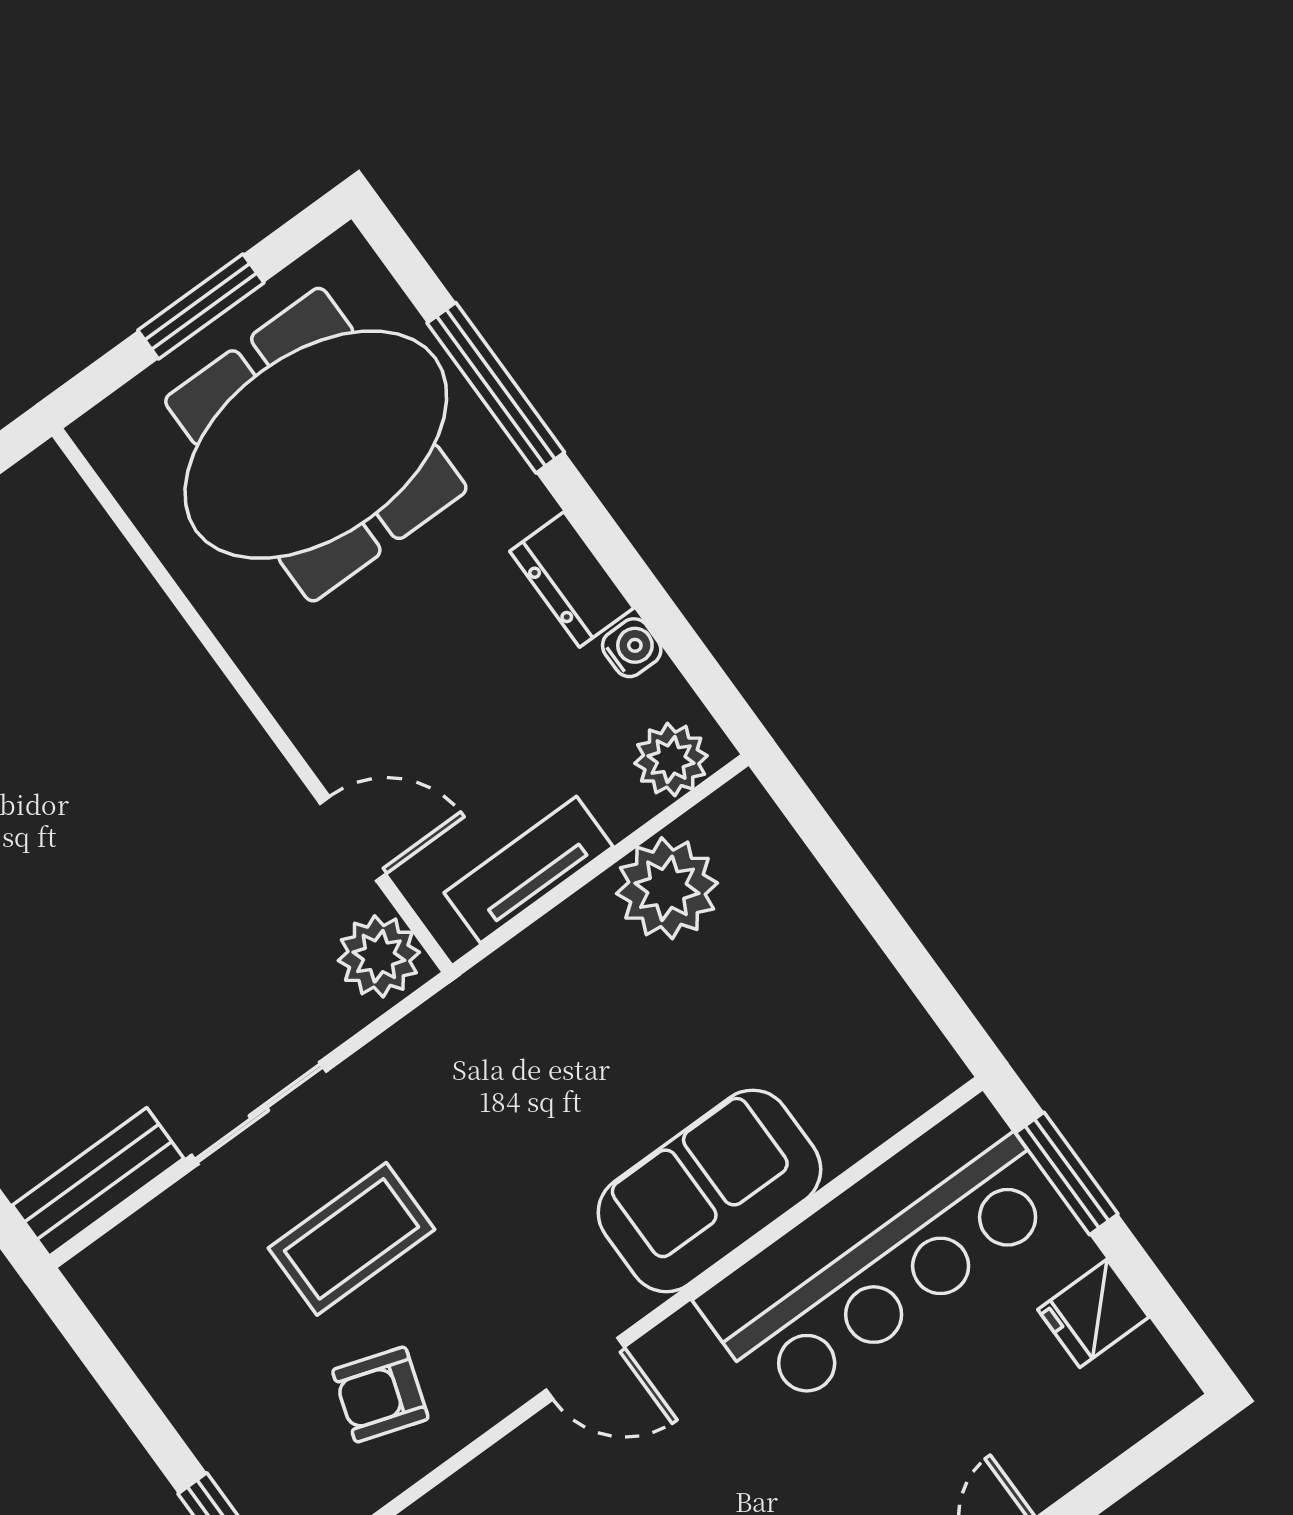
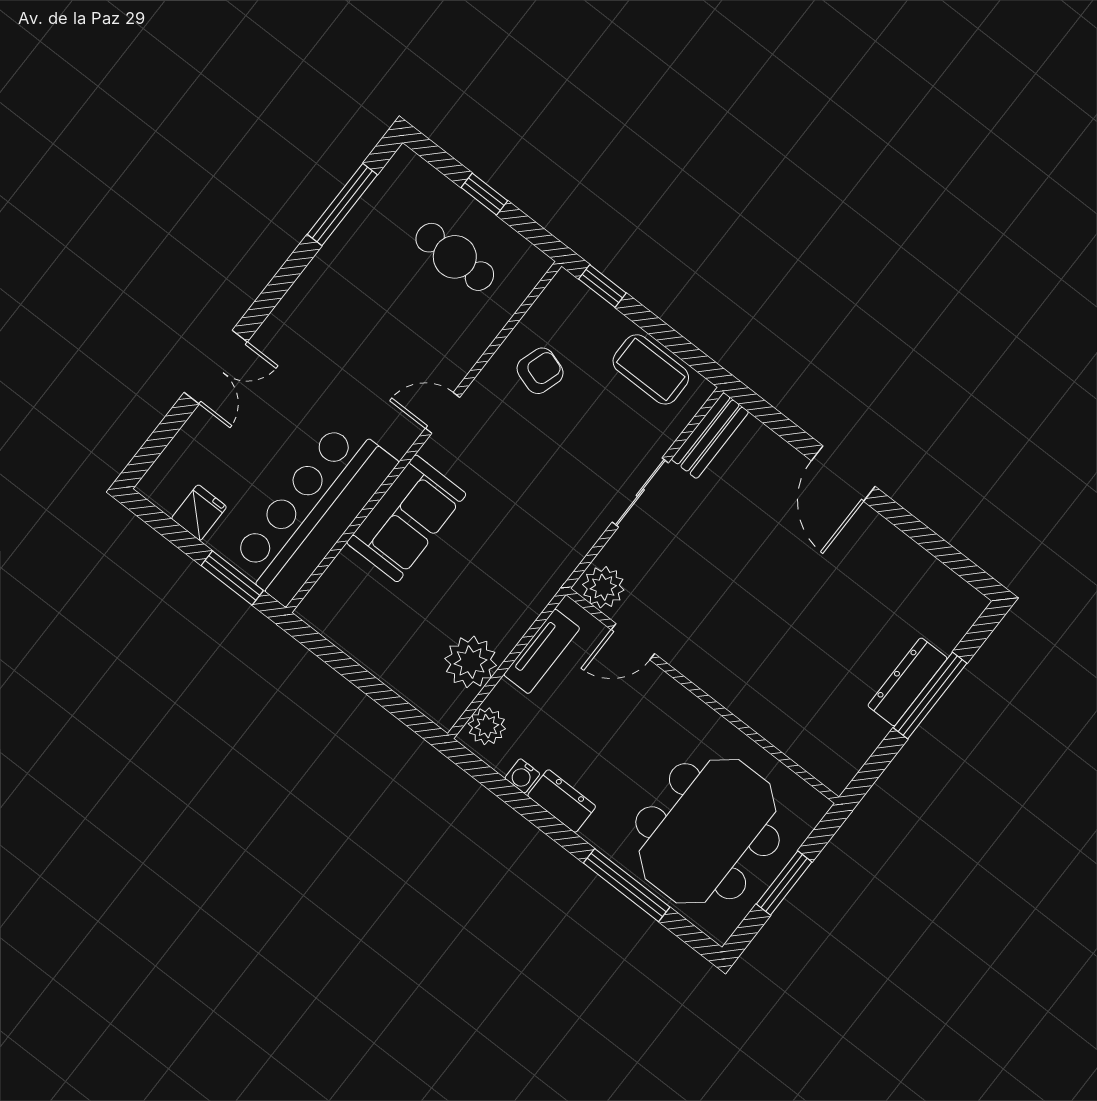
coffee table: (352, 1239) -> (651, 369), moved, turned 90

